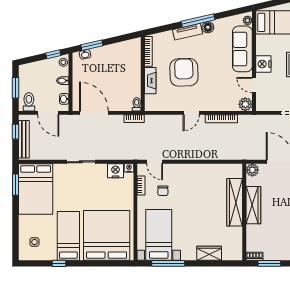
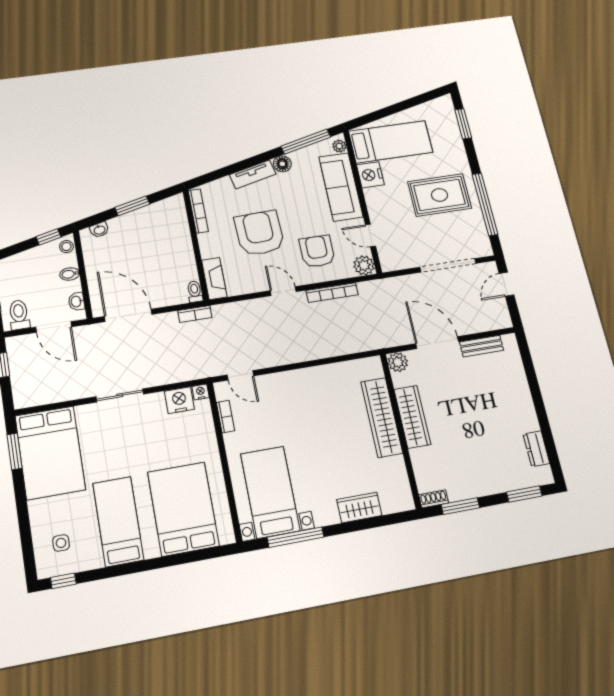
window: (198, 21) -> (306, 142), moved
window: (92, 45) -> (132, 206), moved
nightstand: (263, 64) -> (370, 175), moved
fireplace: (150, 81) -> (214, 278), moved
armchair: (218, 90) -> (317, 251), added
door: (191, 113) -> (283, 291), swing flipped
bench: (24, 139) -> (19, 375), removed
chair: (163, 191) -> (263, 419), removed
bed: (107, 235) -> (183, 509), width x0.73
window: (59, 263) -> (63, 581), moved

